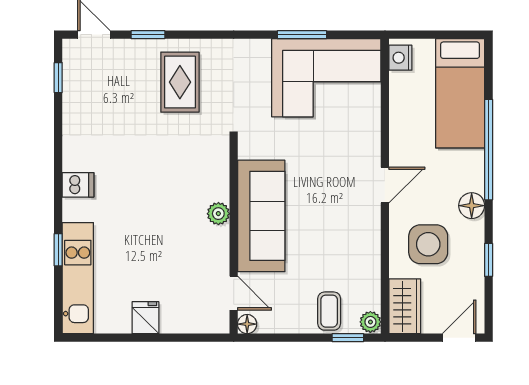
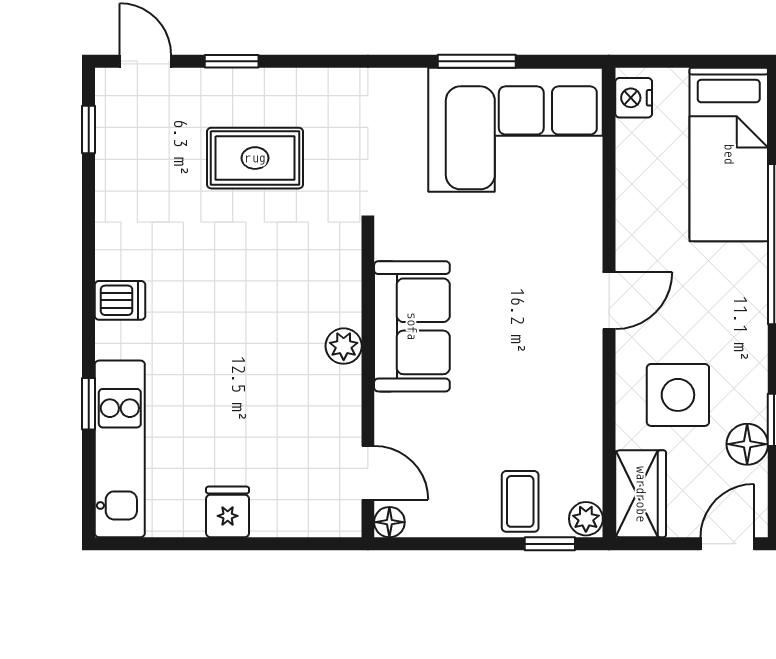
rug: (180, 82) -> (255, 158), moved, turned 90
floor lamp: (472, 206) -> (747, 444), moved
sofa: (261, 216) -> (412, 326), width x0.73

